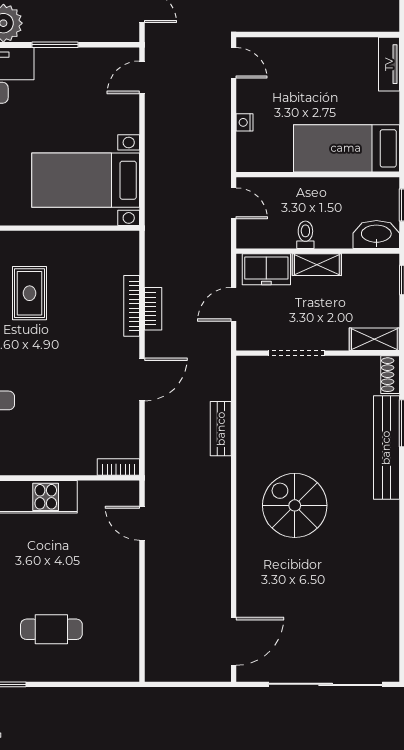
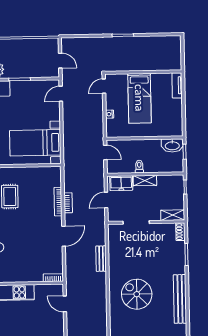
door: (234, 63) -> (104, 86), swing flipped
bed: (346, 148) -> (140, 98), moved, turned -90
washbasin: (376, 234) -> (172, 145), moved, turned 180
bench: (386, 448) -> (180, 299), moved

